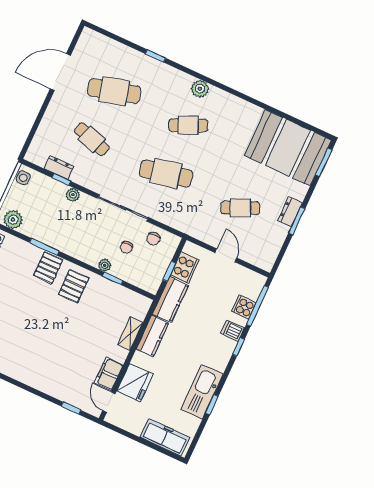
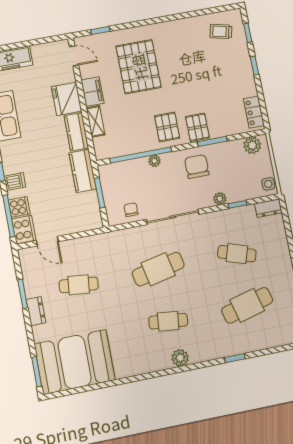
cafe table: (188, 125) -> (168, 321), turned 30
dresser: (59, 167) -> (268, 208), moved
cafe table: (240, 208) -> (79, 285), turned 30
window: (297, 221) -> (23, 294), moved
chair: (126, 247) -> (197, 166), moved, width x1.87, depth x1.87
door: (226, 255) -> (47, 241), moved
cooker: (185, 268) -> (24, 229), moved, turned 180
window: (169, 271) -> (100, 193), width x1.50
window: (113, 278) -> (141, 155), width x3.17
pallet: (61, 354) -> (139, 67), added
filing cabinet: (109, 374) -> (92, 92), moved
fridge: (135, 383) -> (67, 99), moved

